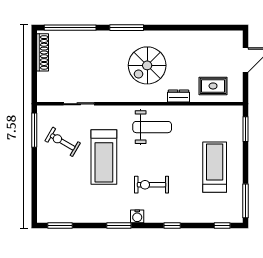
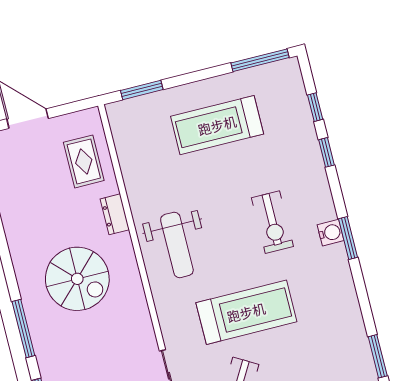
weight bench: (152, 127) -> (177, 245), turned 180
window: (119, 225) -> (348, 238), moved
window: (172, 225) -> (326, 152), moved
window: (222, 225) -> (315, 107), moved

